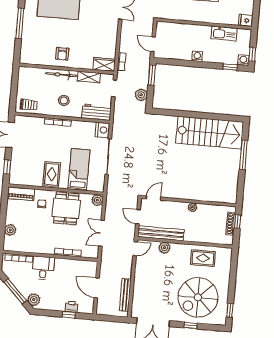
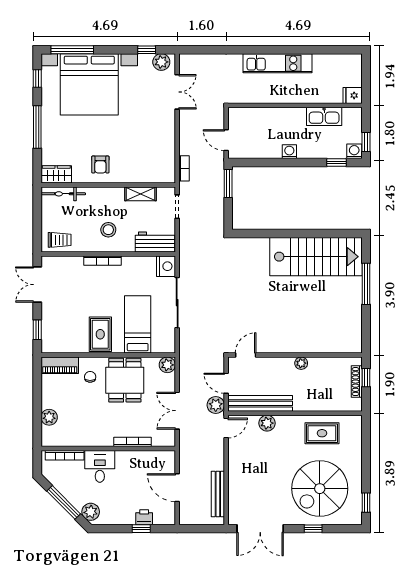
wardrobe: (104, 64) -> (56, 174), moved
bicycle: (61, 75) -> (63, 194), moved
plant: (141, 95) -> (216, 405), moved

